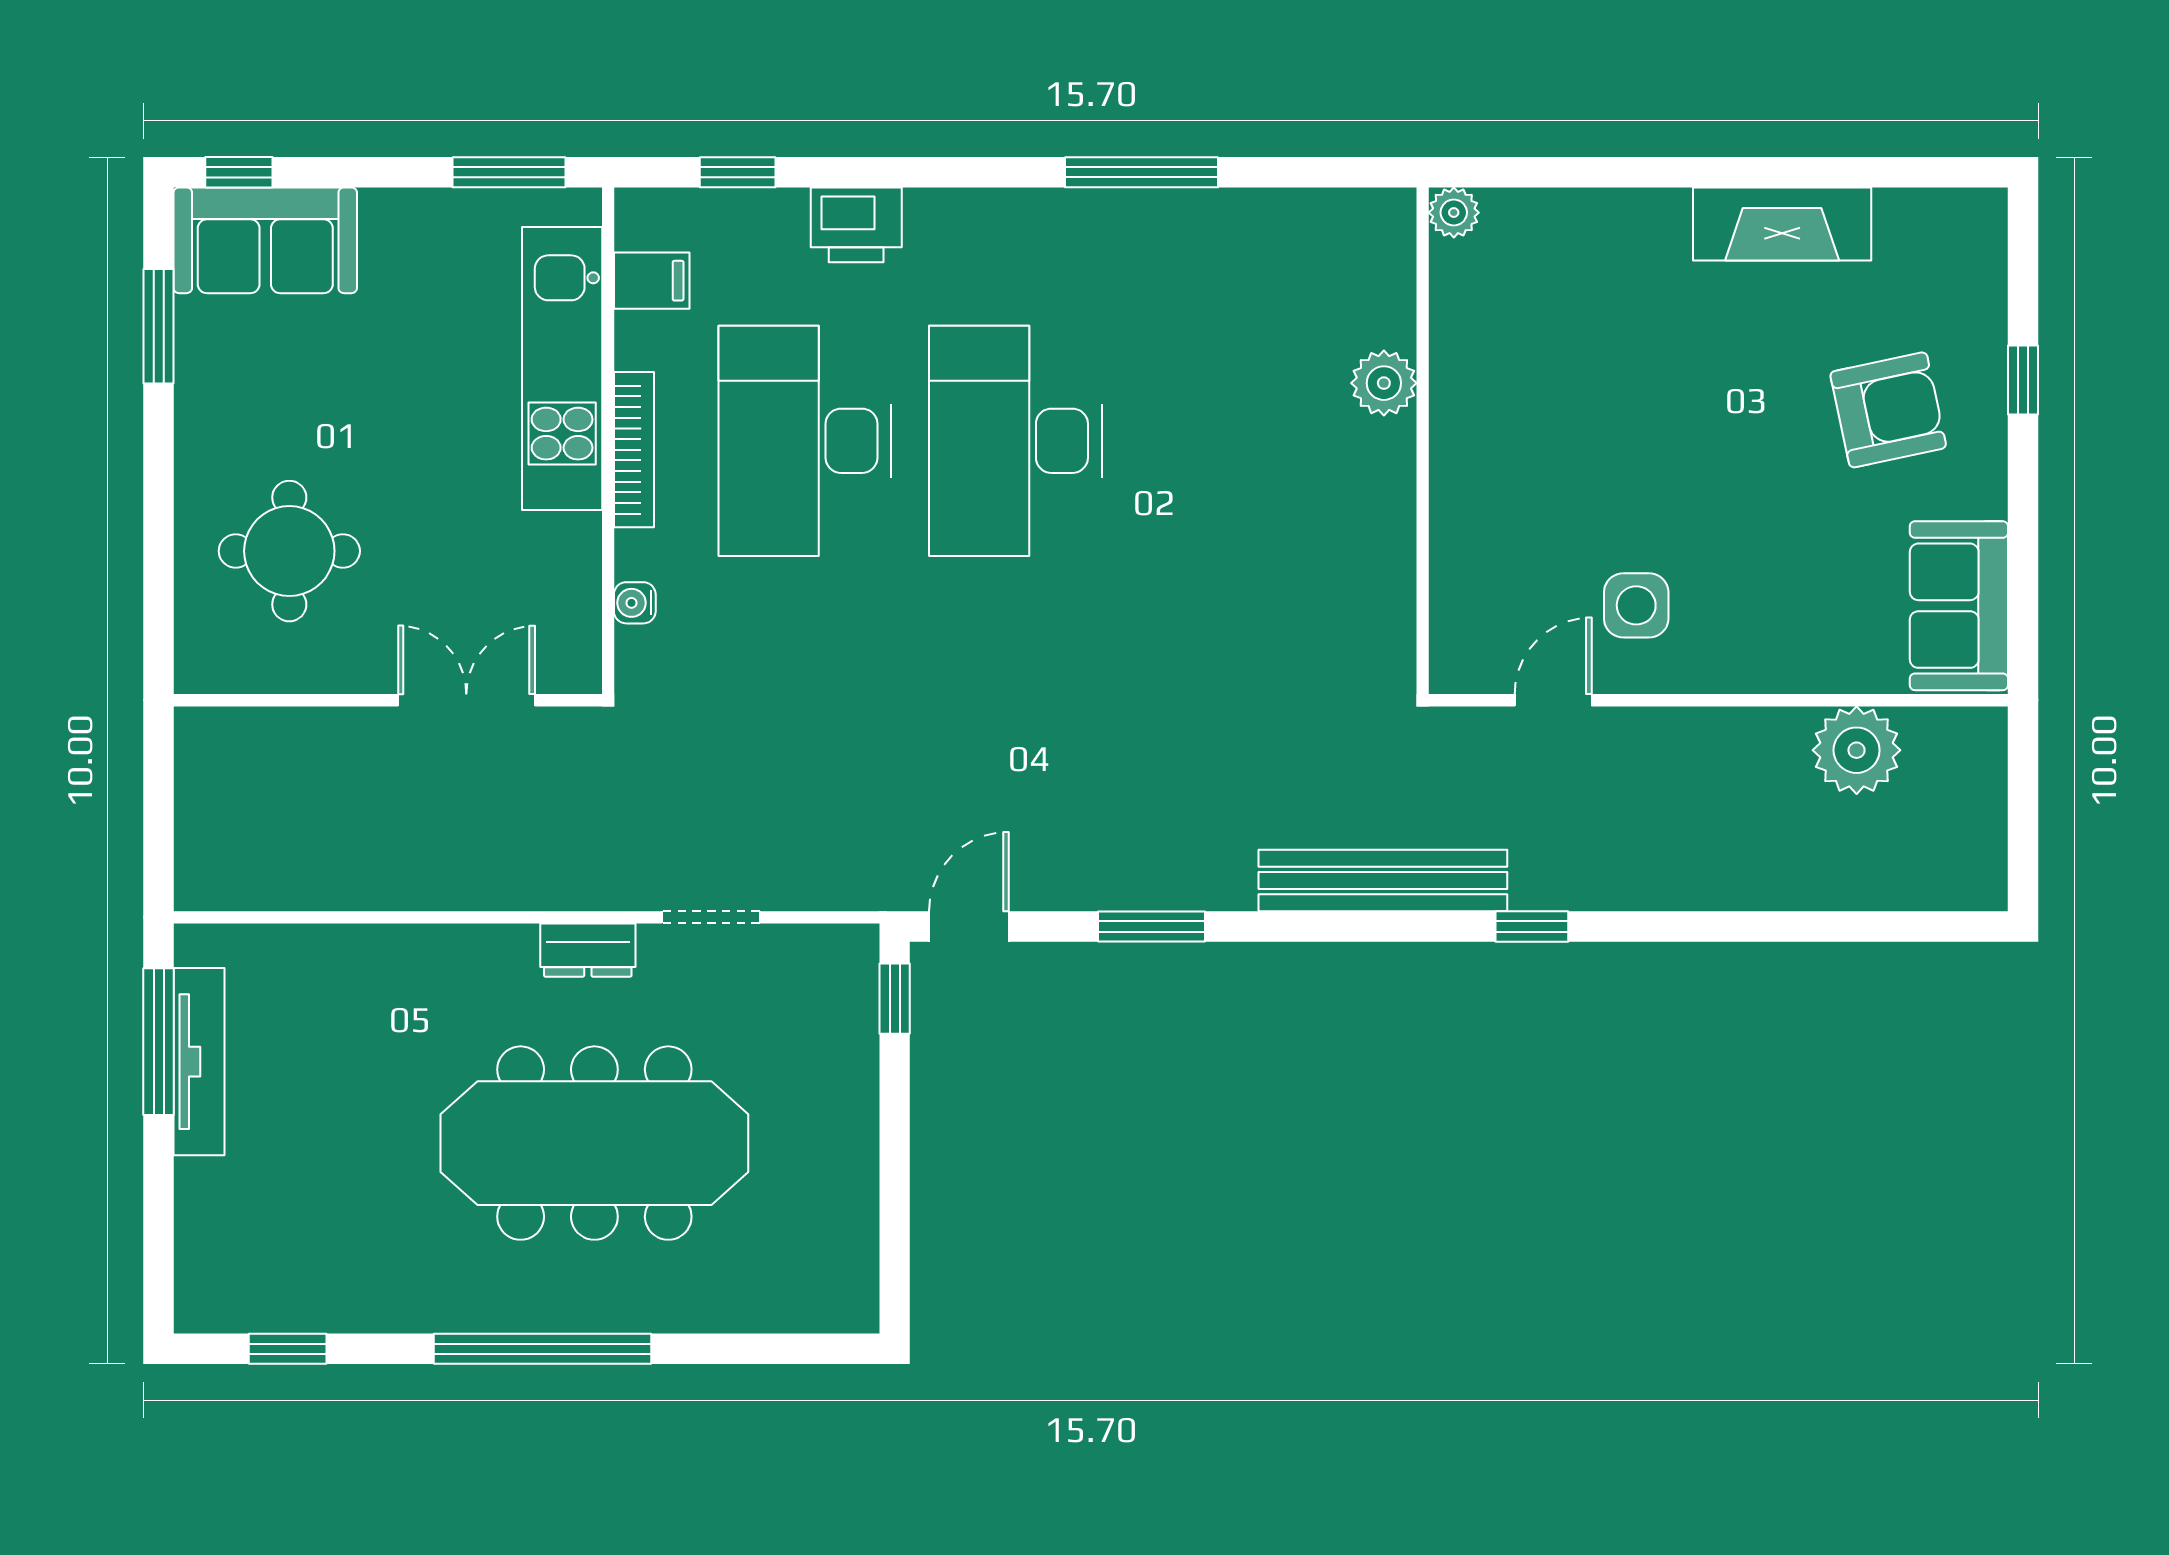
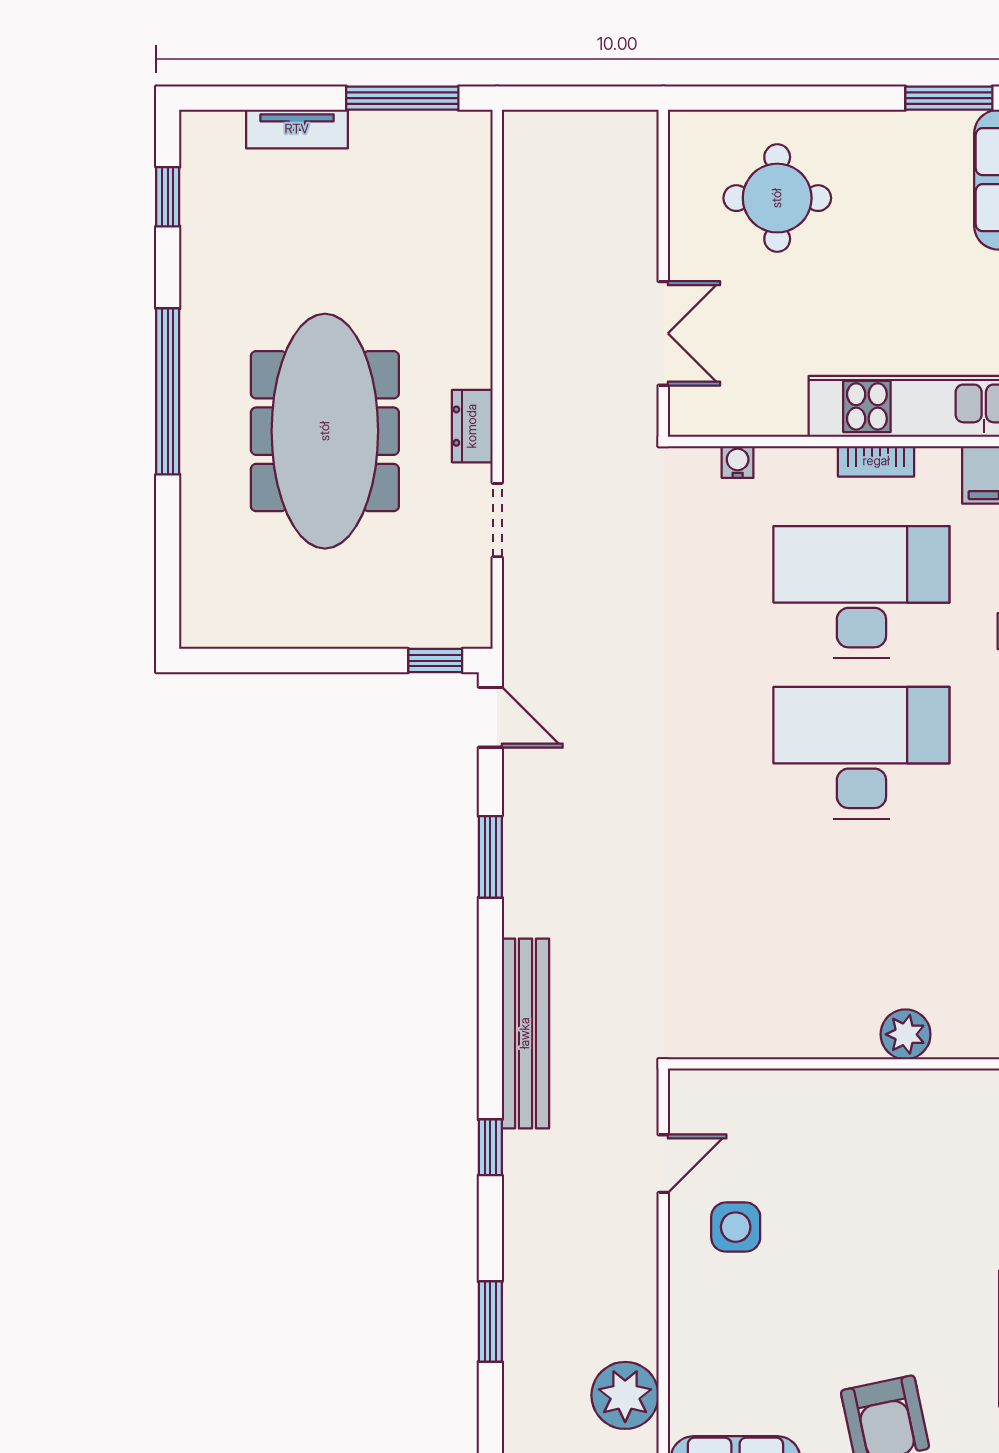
bookcase: (634, 450) -> (876, 461), width x0.64
door: (1553, 700) -> (663, 1164), hinge flipped
window: (1760, 926) -> (490, 1322), added
tv unit: (199, 1062) -> (297, 129), moved, width x0.71

